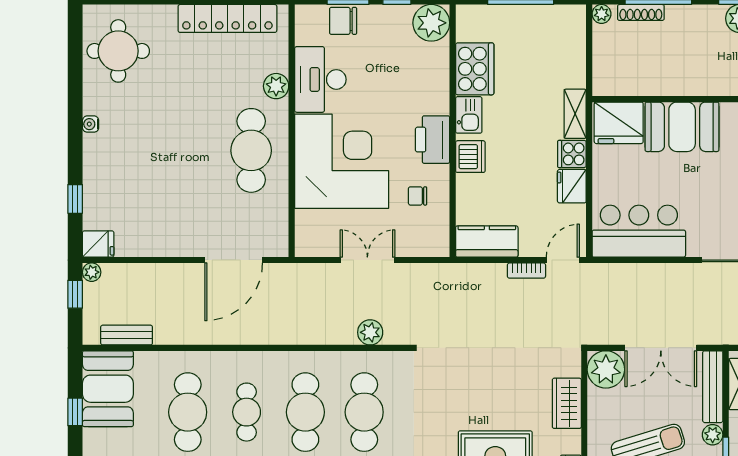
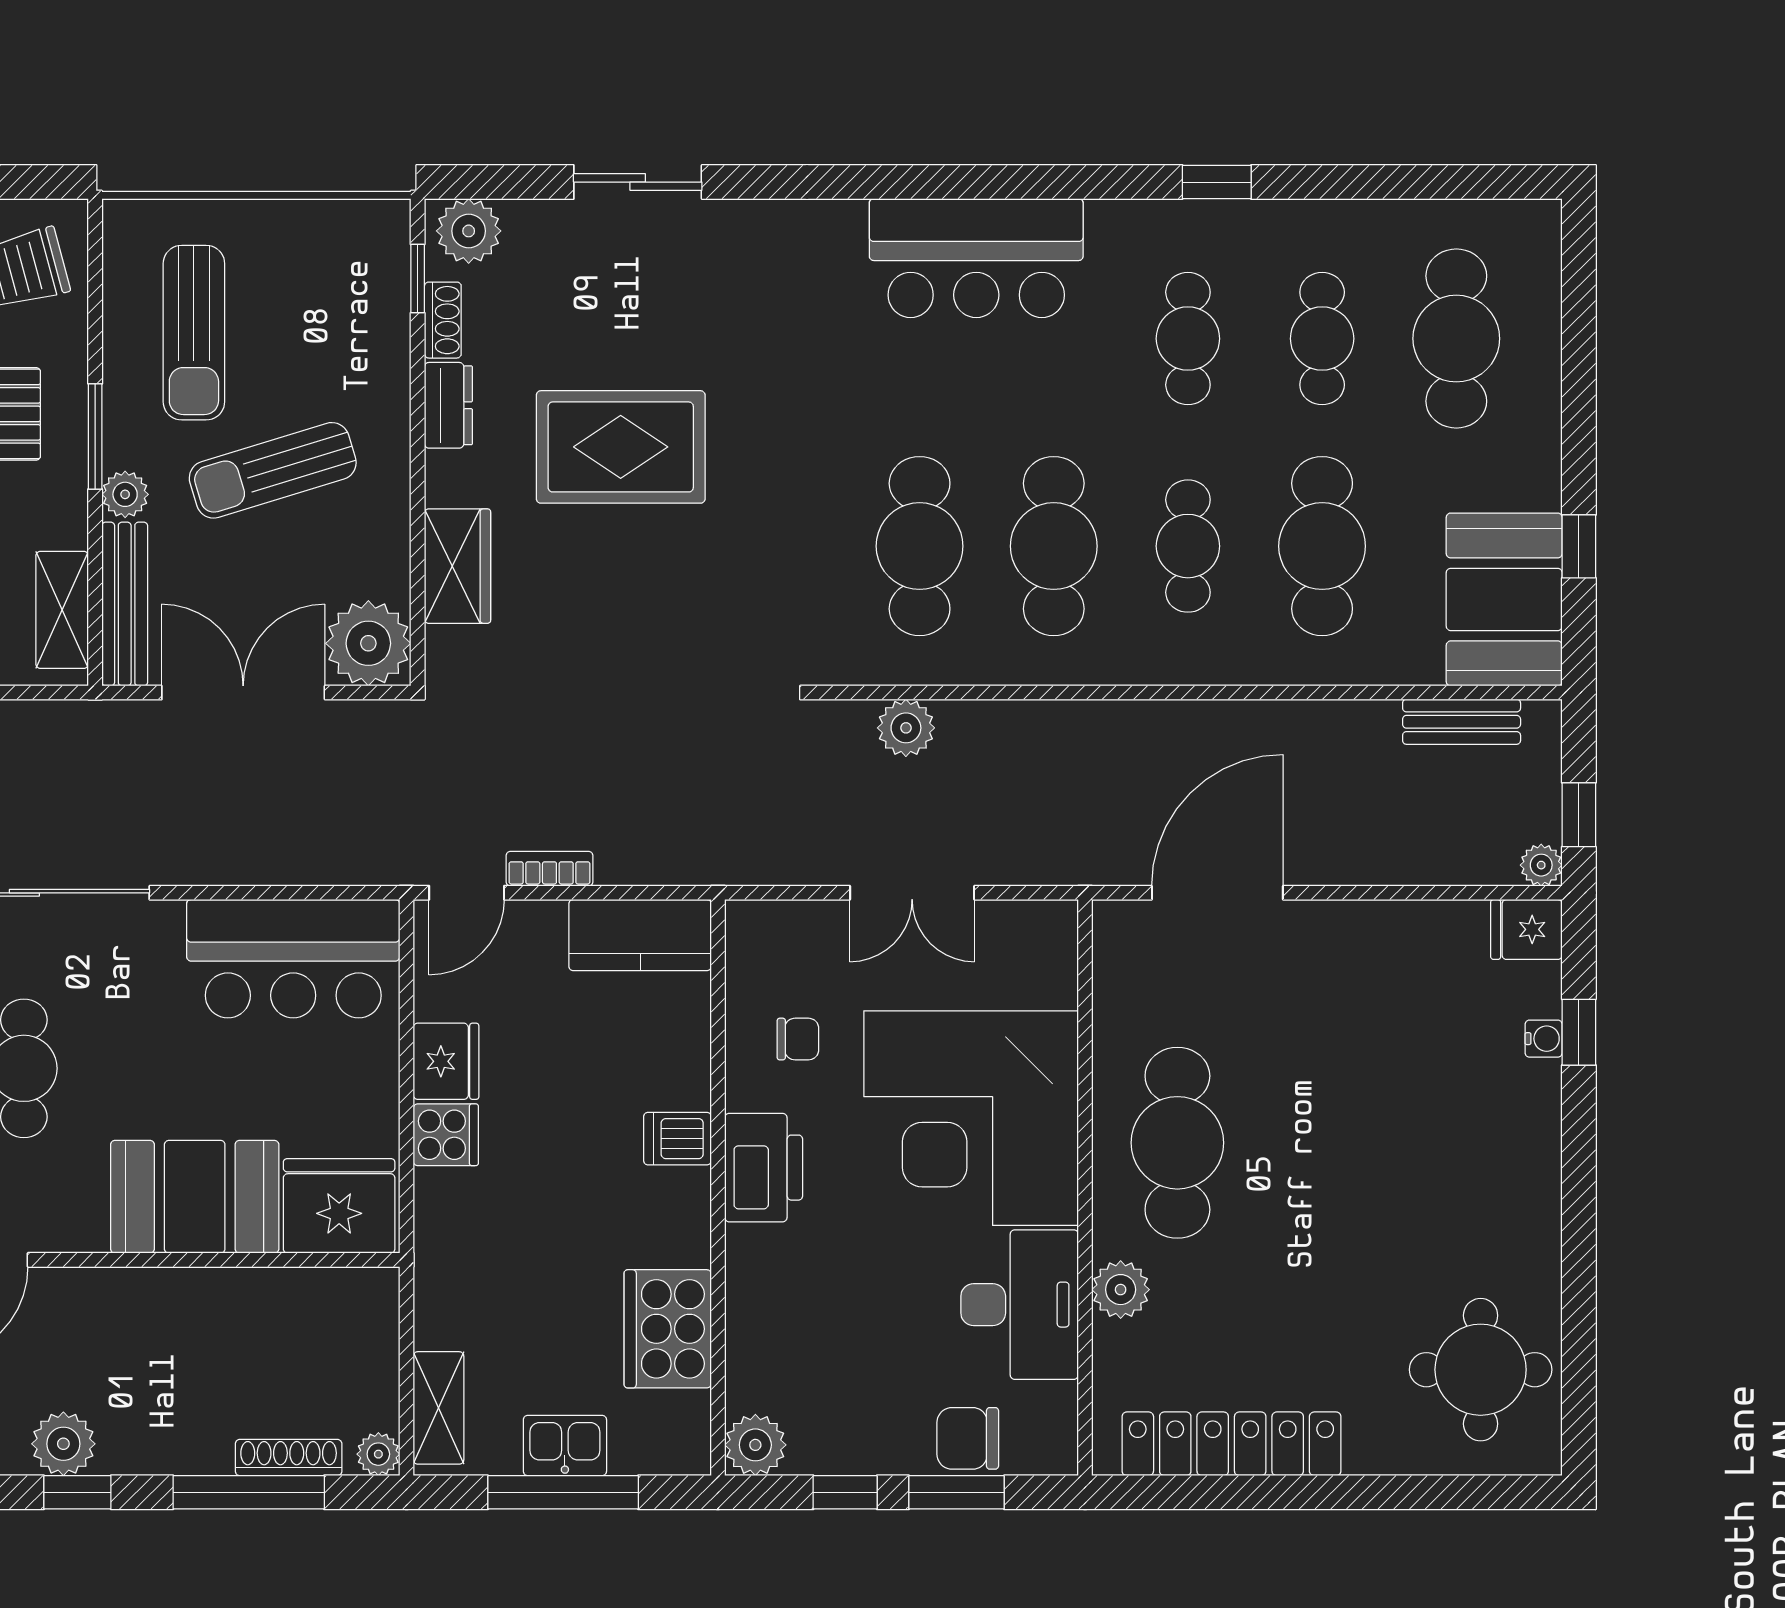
chair: (343, 21) -> (968, 1438), turned 180
plant: (431, 23) -> (755, 1445), width x0.73, depth x0.73
shelving: (575, 114) -> (438, 1408), moved
kitchen sink: (469, 115) -> (565, 1445), moved, turned 90
water cooler: (91, 124) -> (1544, 1039), moved
dishwasher: (470, 157) -> (677, 1139), width x0.73

